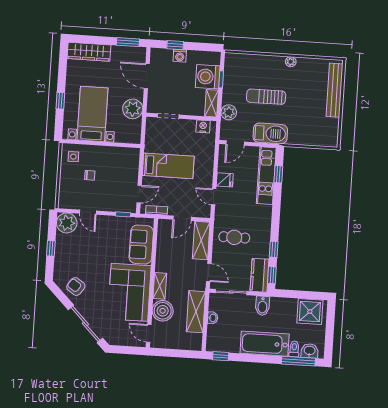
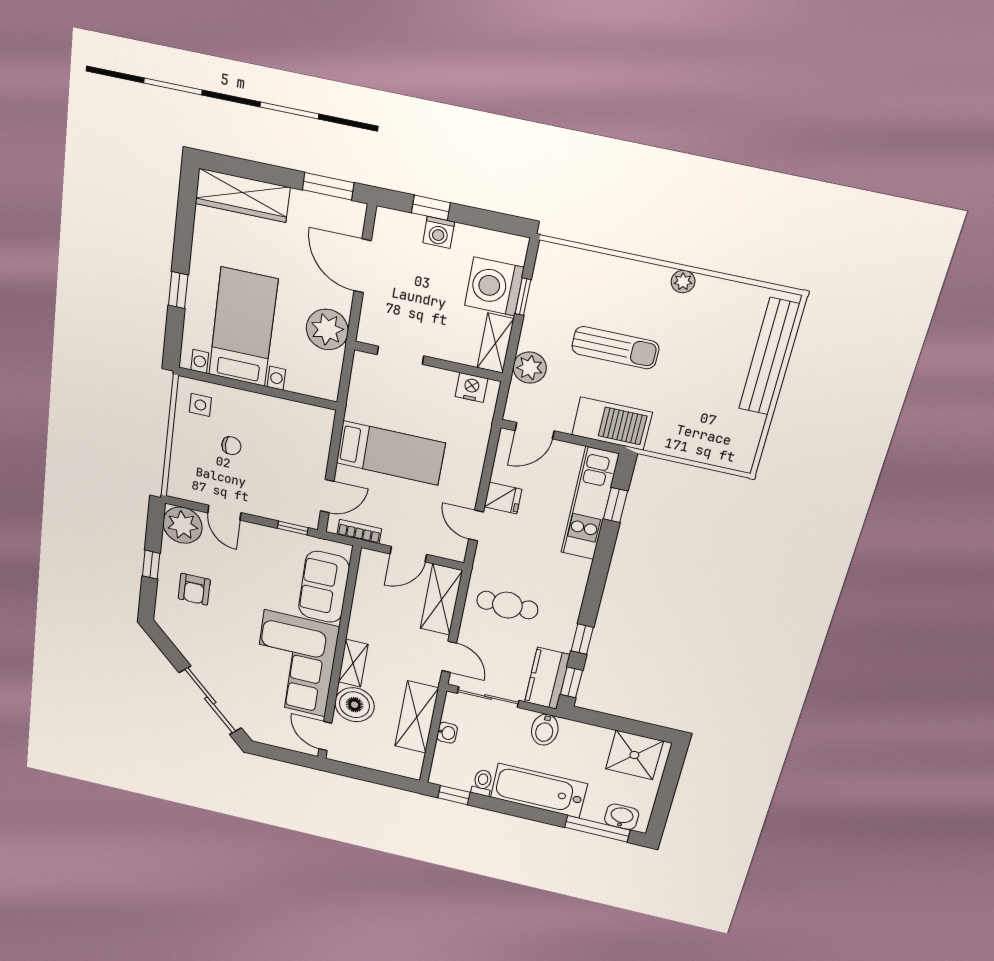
sun lounger: (266, 97) -> (615, 348), turned 180
armchair: (76, 286) -> (194, 589), moved, turned -125
toilet: (294, 349) -> (482, 783), moved

